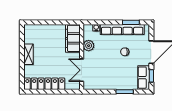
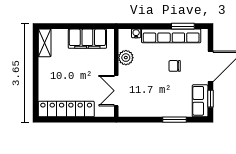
filing cabinet: (73, 38) -> (87, 39), moved, turned -90
shelving: (29, 54) -> (45, 43), moved

